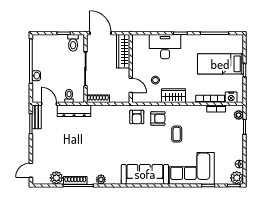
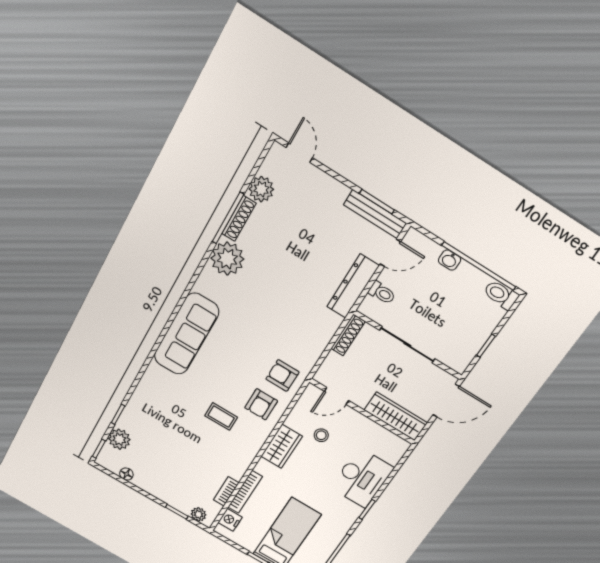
toilet: (73, 43) -> (501, 295), moved
bench: (37, 117) -> (375, 214), width x1.36
corner sofa: (192, 168) -> (157, 407), removed
plant: (237, 178) -> (119, 439), moved
plant: (101, 180) -> (227, 259), width x1.87, depth x1.87

